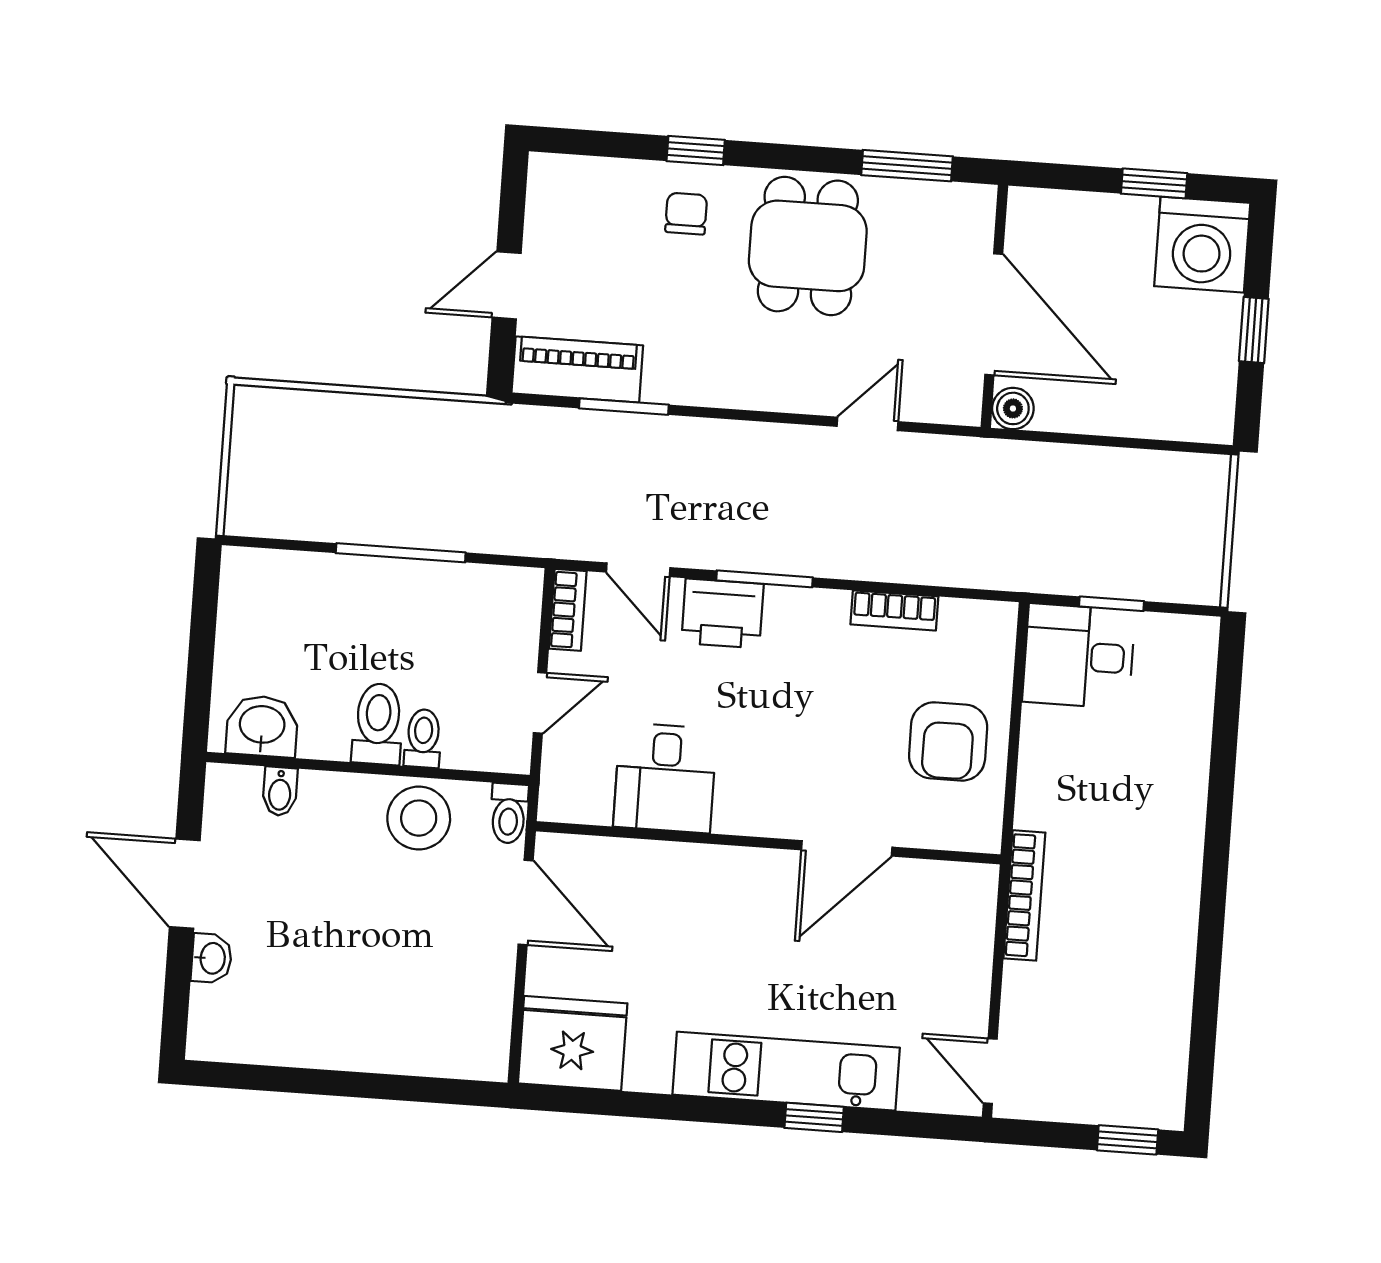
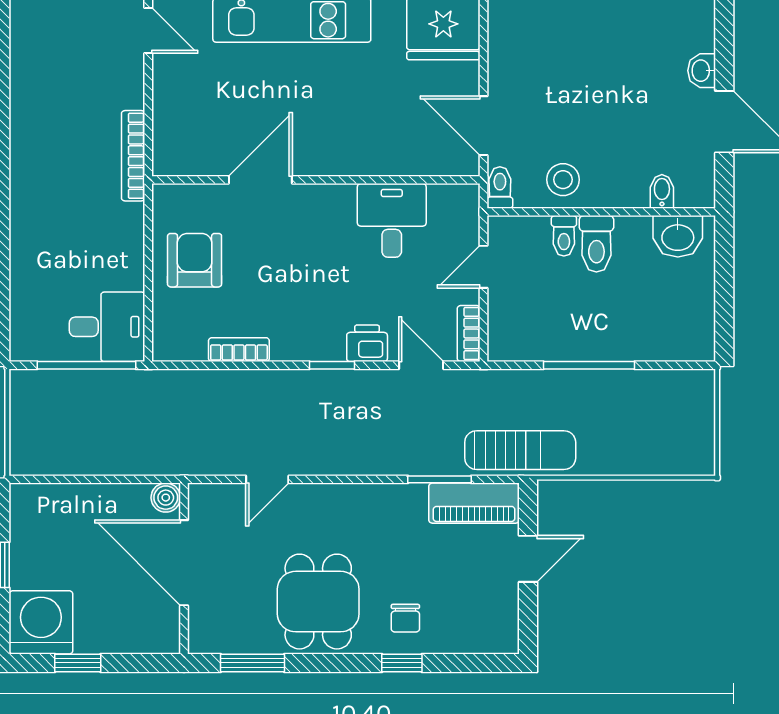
sun lounger: (507, 440) -> (520, 450), added
window: (764, 579) -> (332, 365), width x0.67
window: (1112, 604) -> (87, 365), width x2.17
printer: (723, 613) -> (367, 343), width x0.73, depth x0.81
stool: (419, 818) -> (563, 180), width x0.73, depth x0.73

